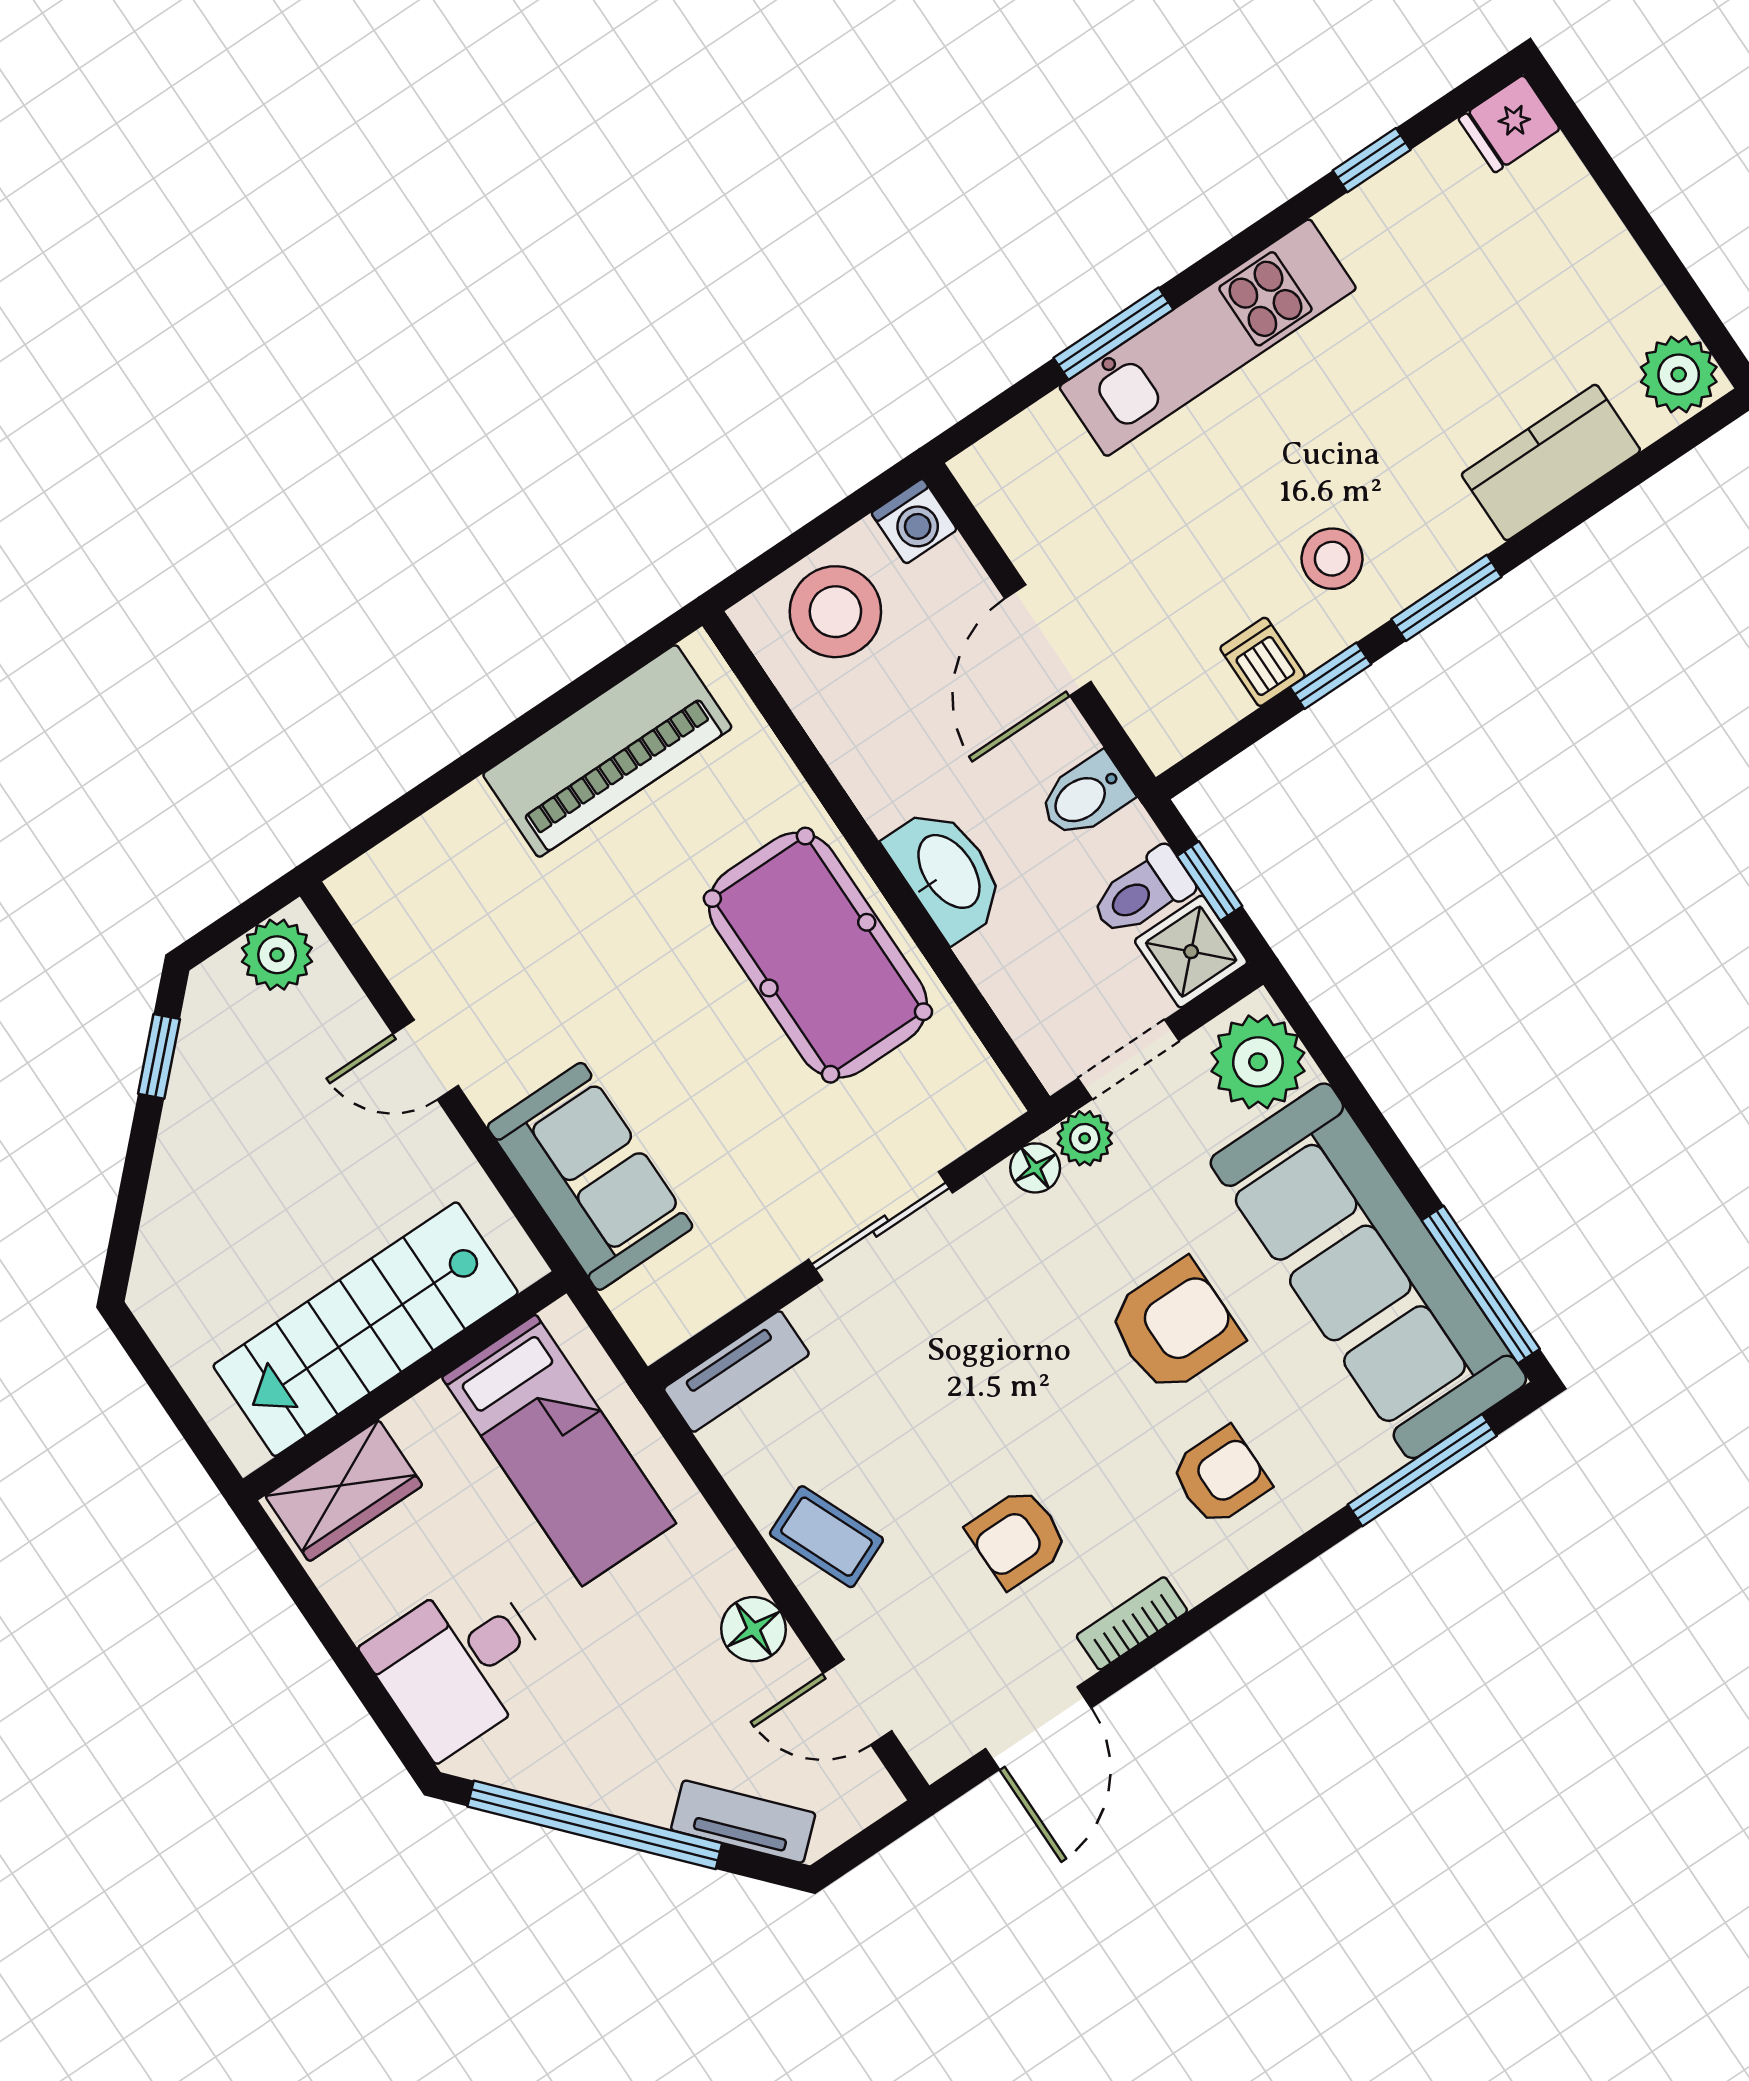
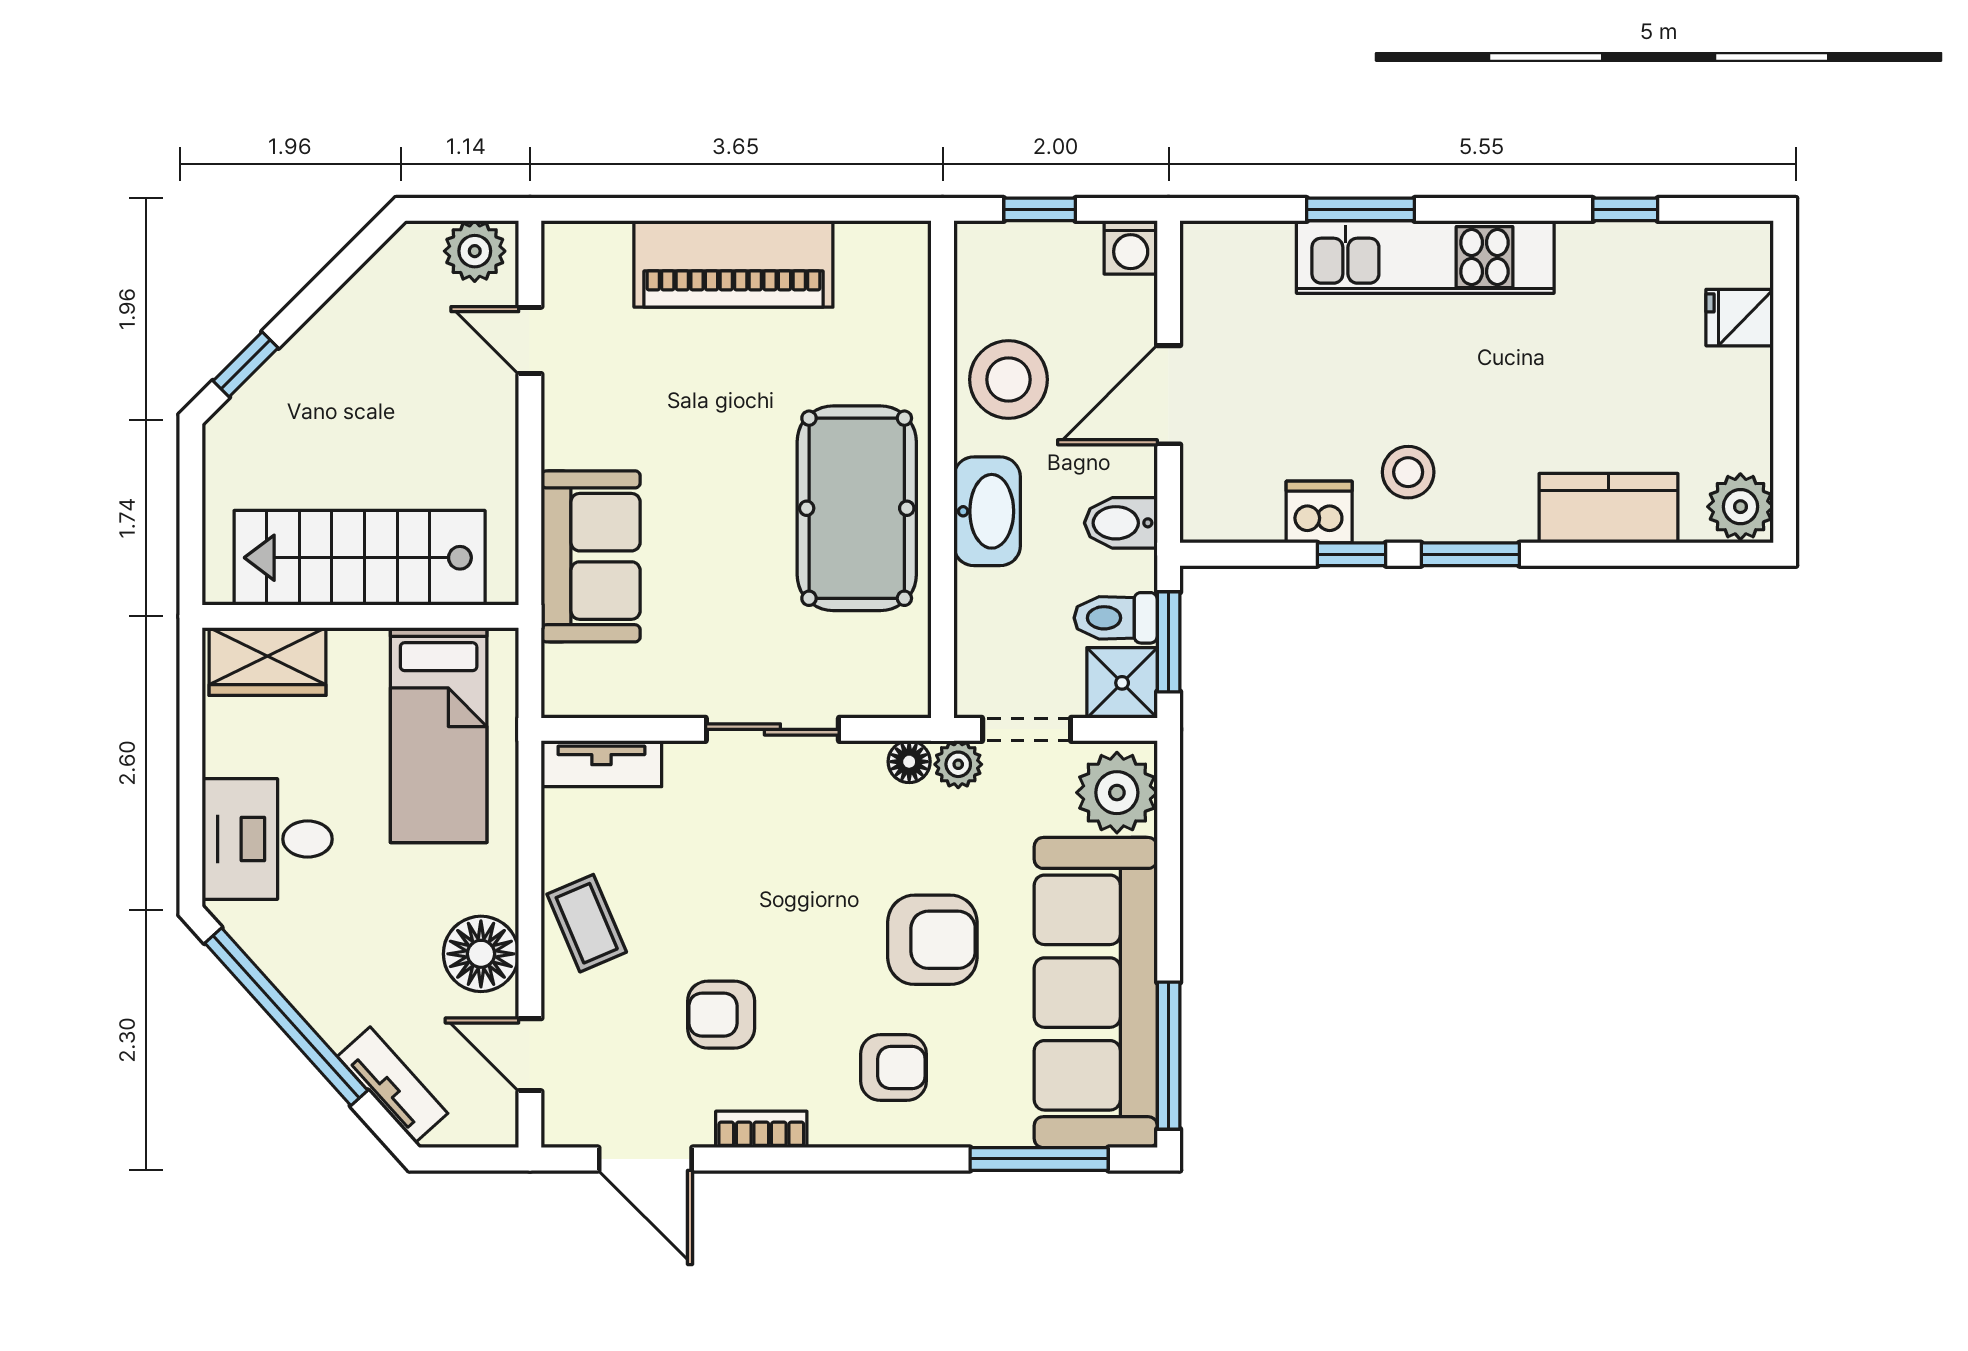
fridge: (1509, 124) -> (1740, 318), moved
window: (801, 544) -> (1040, 209), added
stool: (835, 612) -> (1008, 380), moved
dishwasher: (1263, 662) -> (1319, 512), width x1.38
piano: (607, 751) -> (733, 264), moved
window: (1210, 881) -> (1169, 642), width x1.50
window: (159, 1056) -> (246, 364), moved
door: (426, 1060) -> (530, 340), moved
floor lamp: (754, 1629) -> (481, 954), width x1.38, depth x1.38
door: (1038, 1728) -> (645, 1159), hinge flipped

